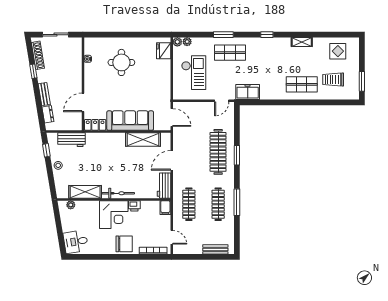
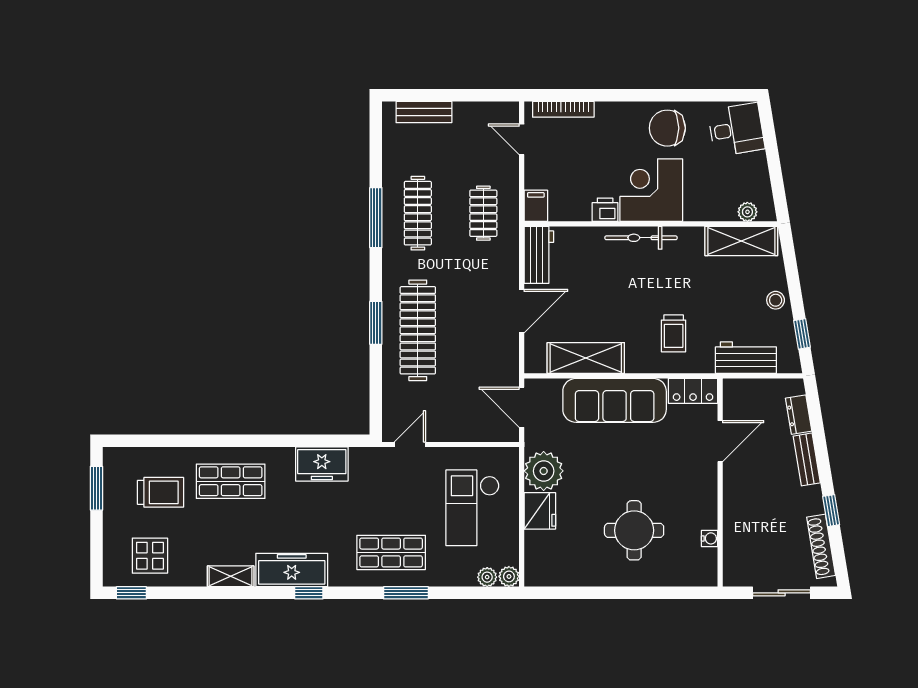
window: (346, 35) -> (131, 593), added
freezer: (274, 45) -> (292, 570), added
fridge: (164, 51) -> (540, 511), moved
plant: (162, 89) -> (544, 471), added
freezer: (248, 92) -> (322, 464), moved
trolley: (104, 151) -> (674, 333), added
shelving: (85, 192) -> (741, 241), moved
clothes rail: (189, 204) -> (483, 213), width x0.73
chair: (124, 244) -> (667, 128), moved

